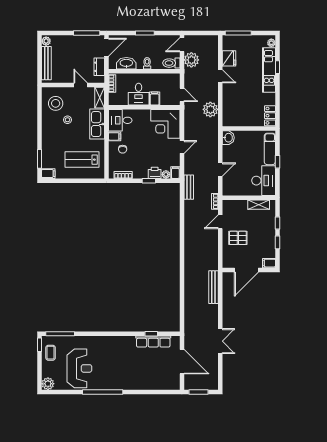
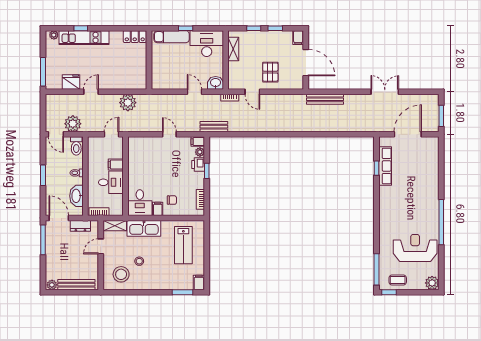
corner desk: (165, 124) -> (144, 153), removed
washbasin: (228, 138) -> (216, 83), moved

